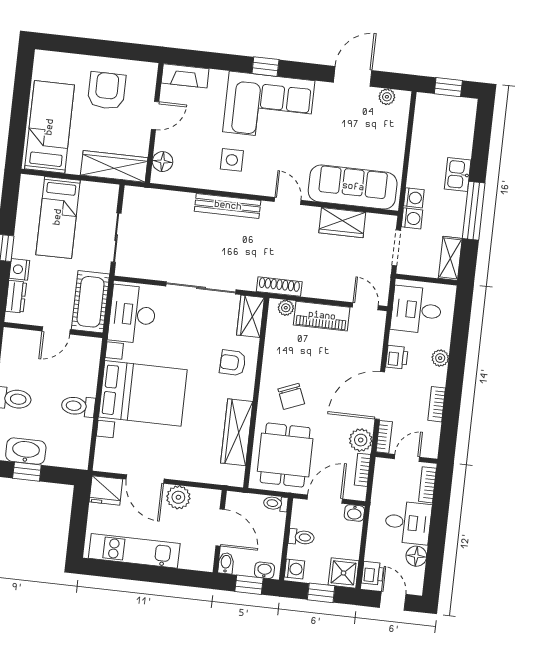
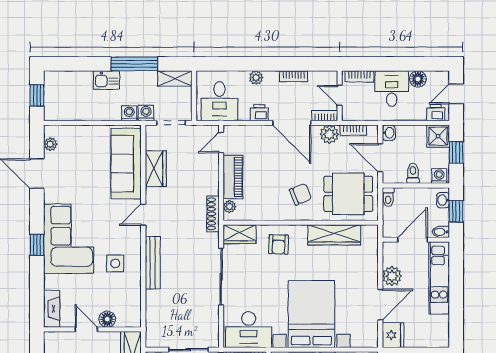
floor lamp: (163, 162) -> (107, 319), moved
kitchen unit: (134, 551) -> (439, 278), moved

